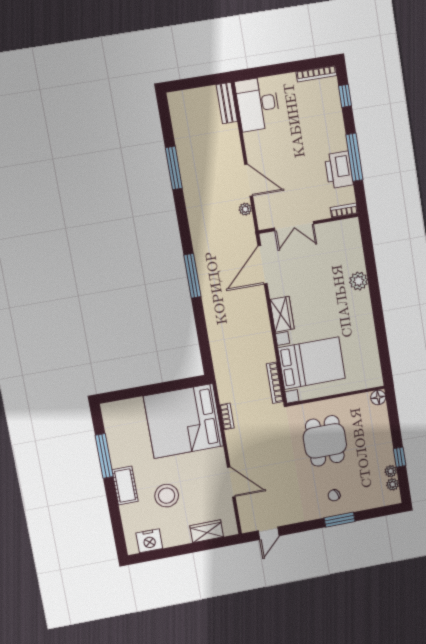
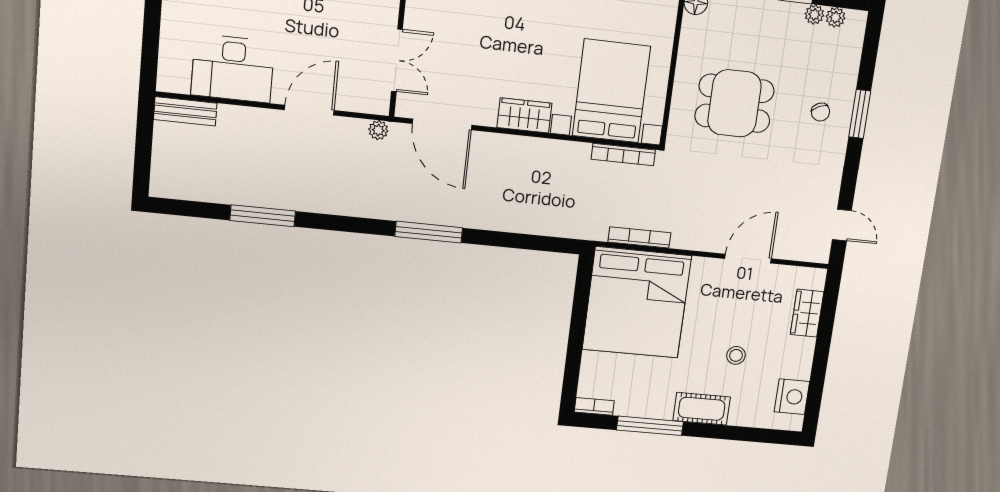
desk: (258, 104) -> (233, 68), moved
plant: (245, 209) -> (378, 130), moved
bookcase: (107, 416) -> (594, 406), added
bookcase: (227, 416) -> (639, 237), width x1.56
stool: (167, 496) -> (736, 355), width x0.53, depth x0.53

